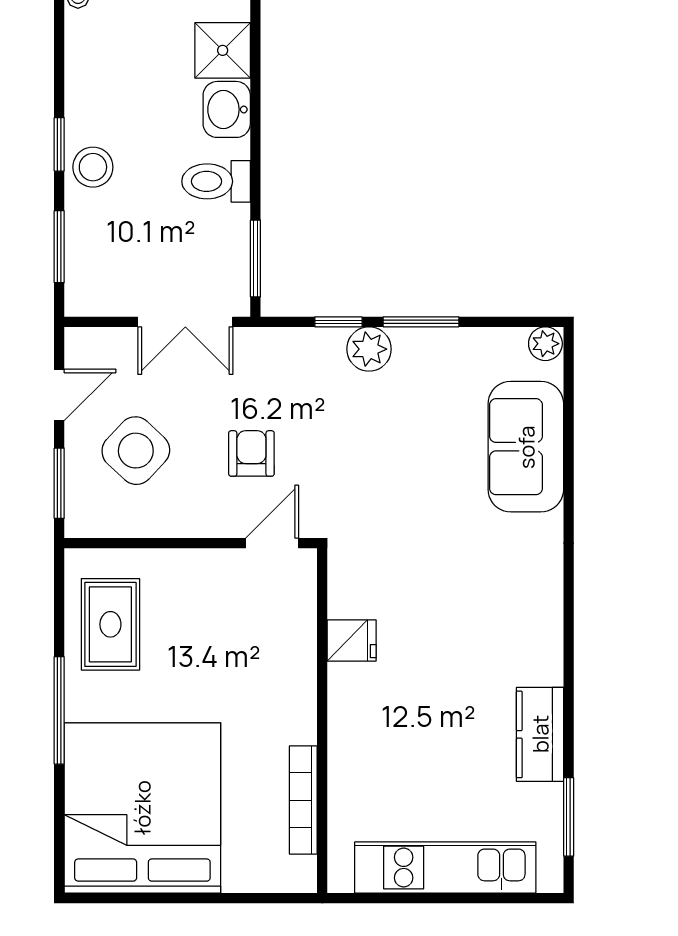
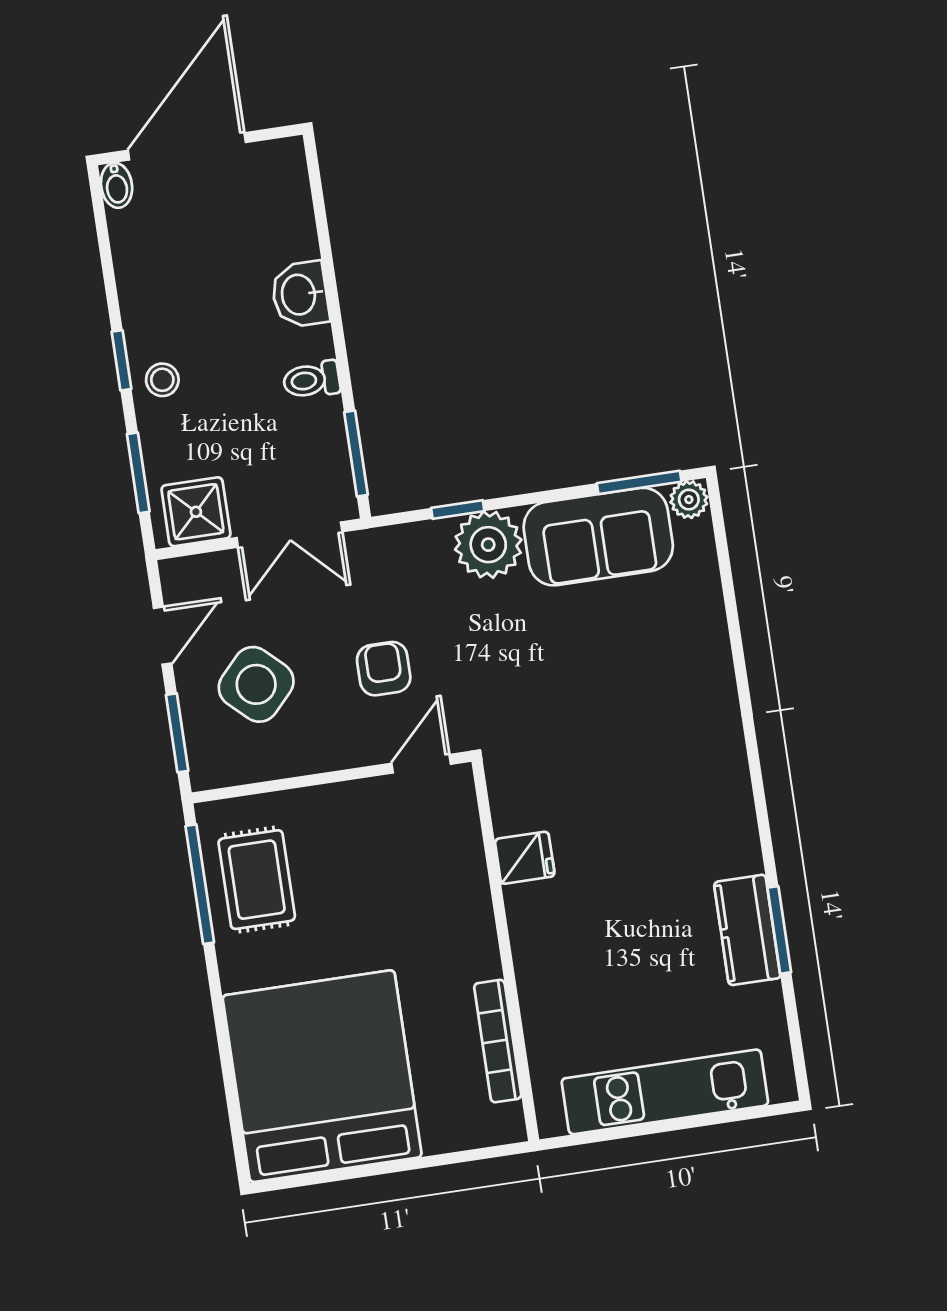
shower: (223, 50) -> (196, 512), moved
stool: (93, 167) -> (162, 380), width x0.73, depth x0.73
toilet: (216, 181) -> (312, 380), width x0.73, depth x0.72
window: (421, 322) -> (639, 482), moved
plant: (369, 349) -> (488, 545), width x1.36, depth x1.36
sofa: (526, 447) -> (598, 537), moved, turned -90
window: (59, 710) -> (200, 884), moved
window: (569, 817) -> (779, 930), moved

